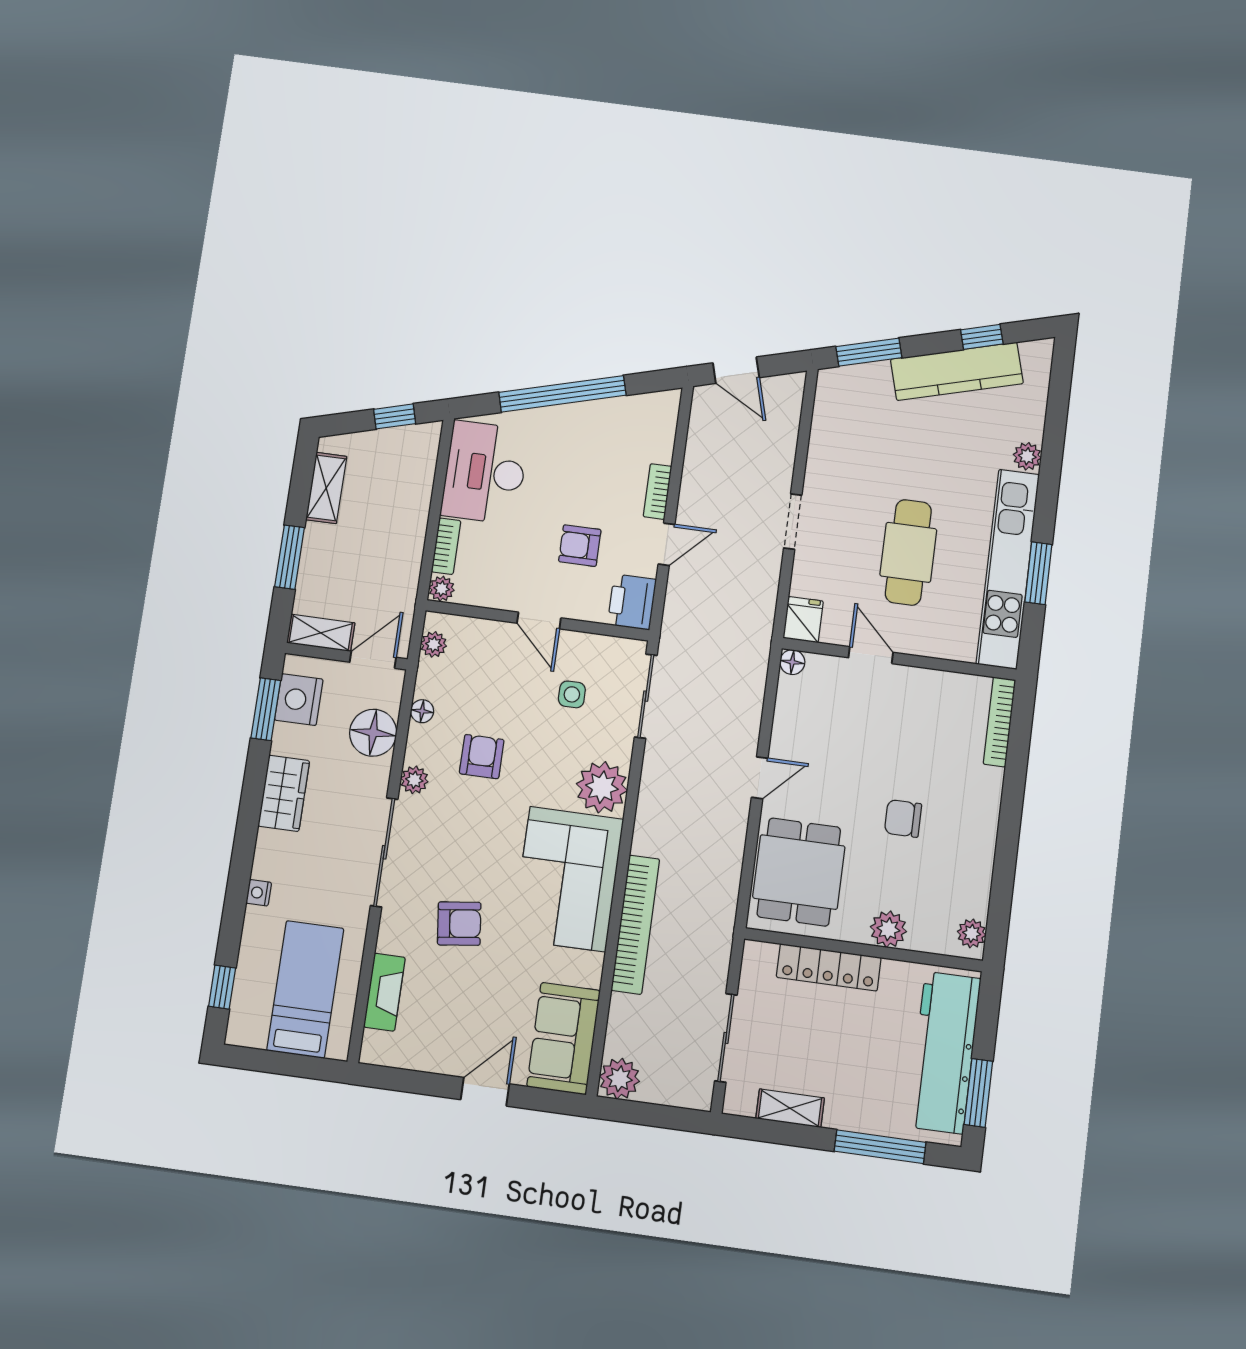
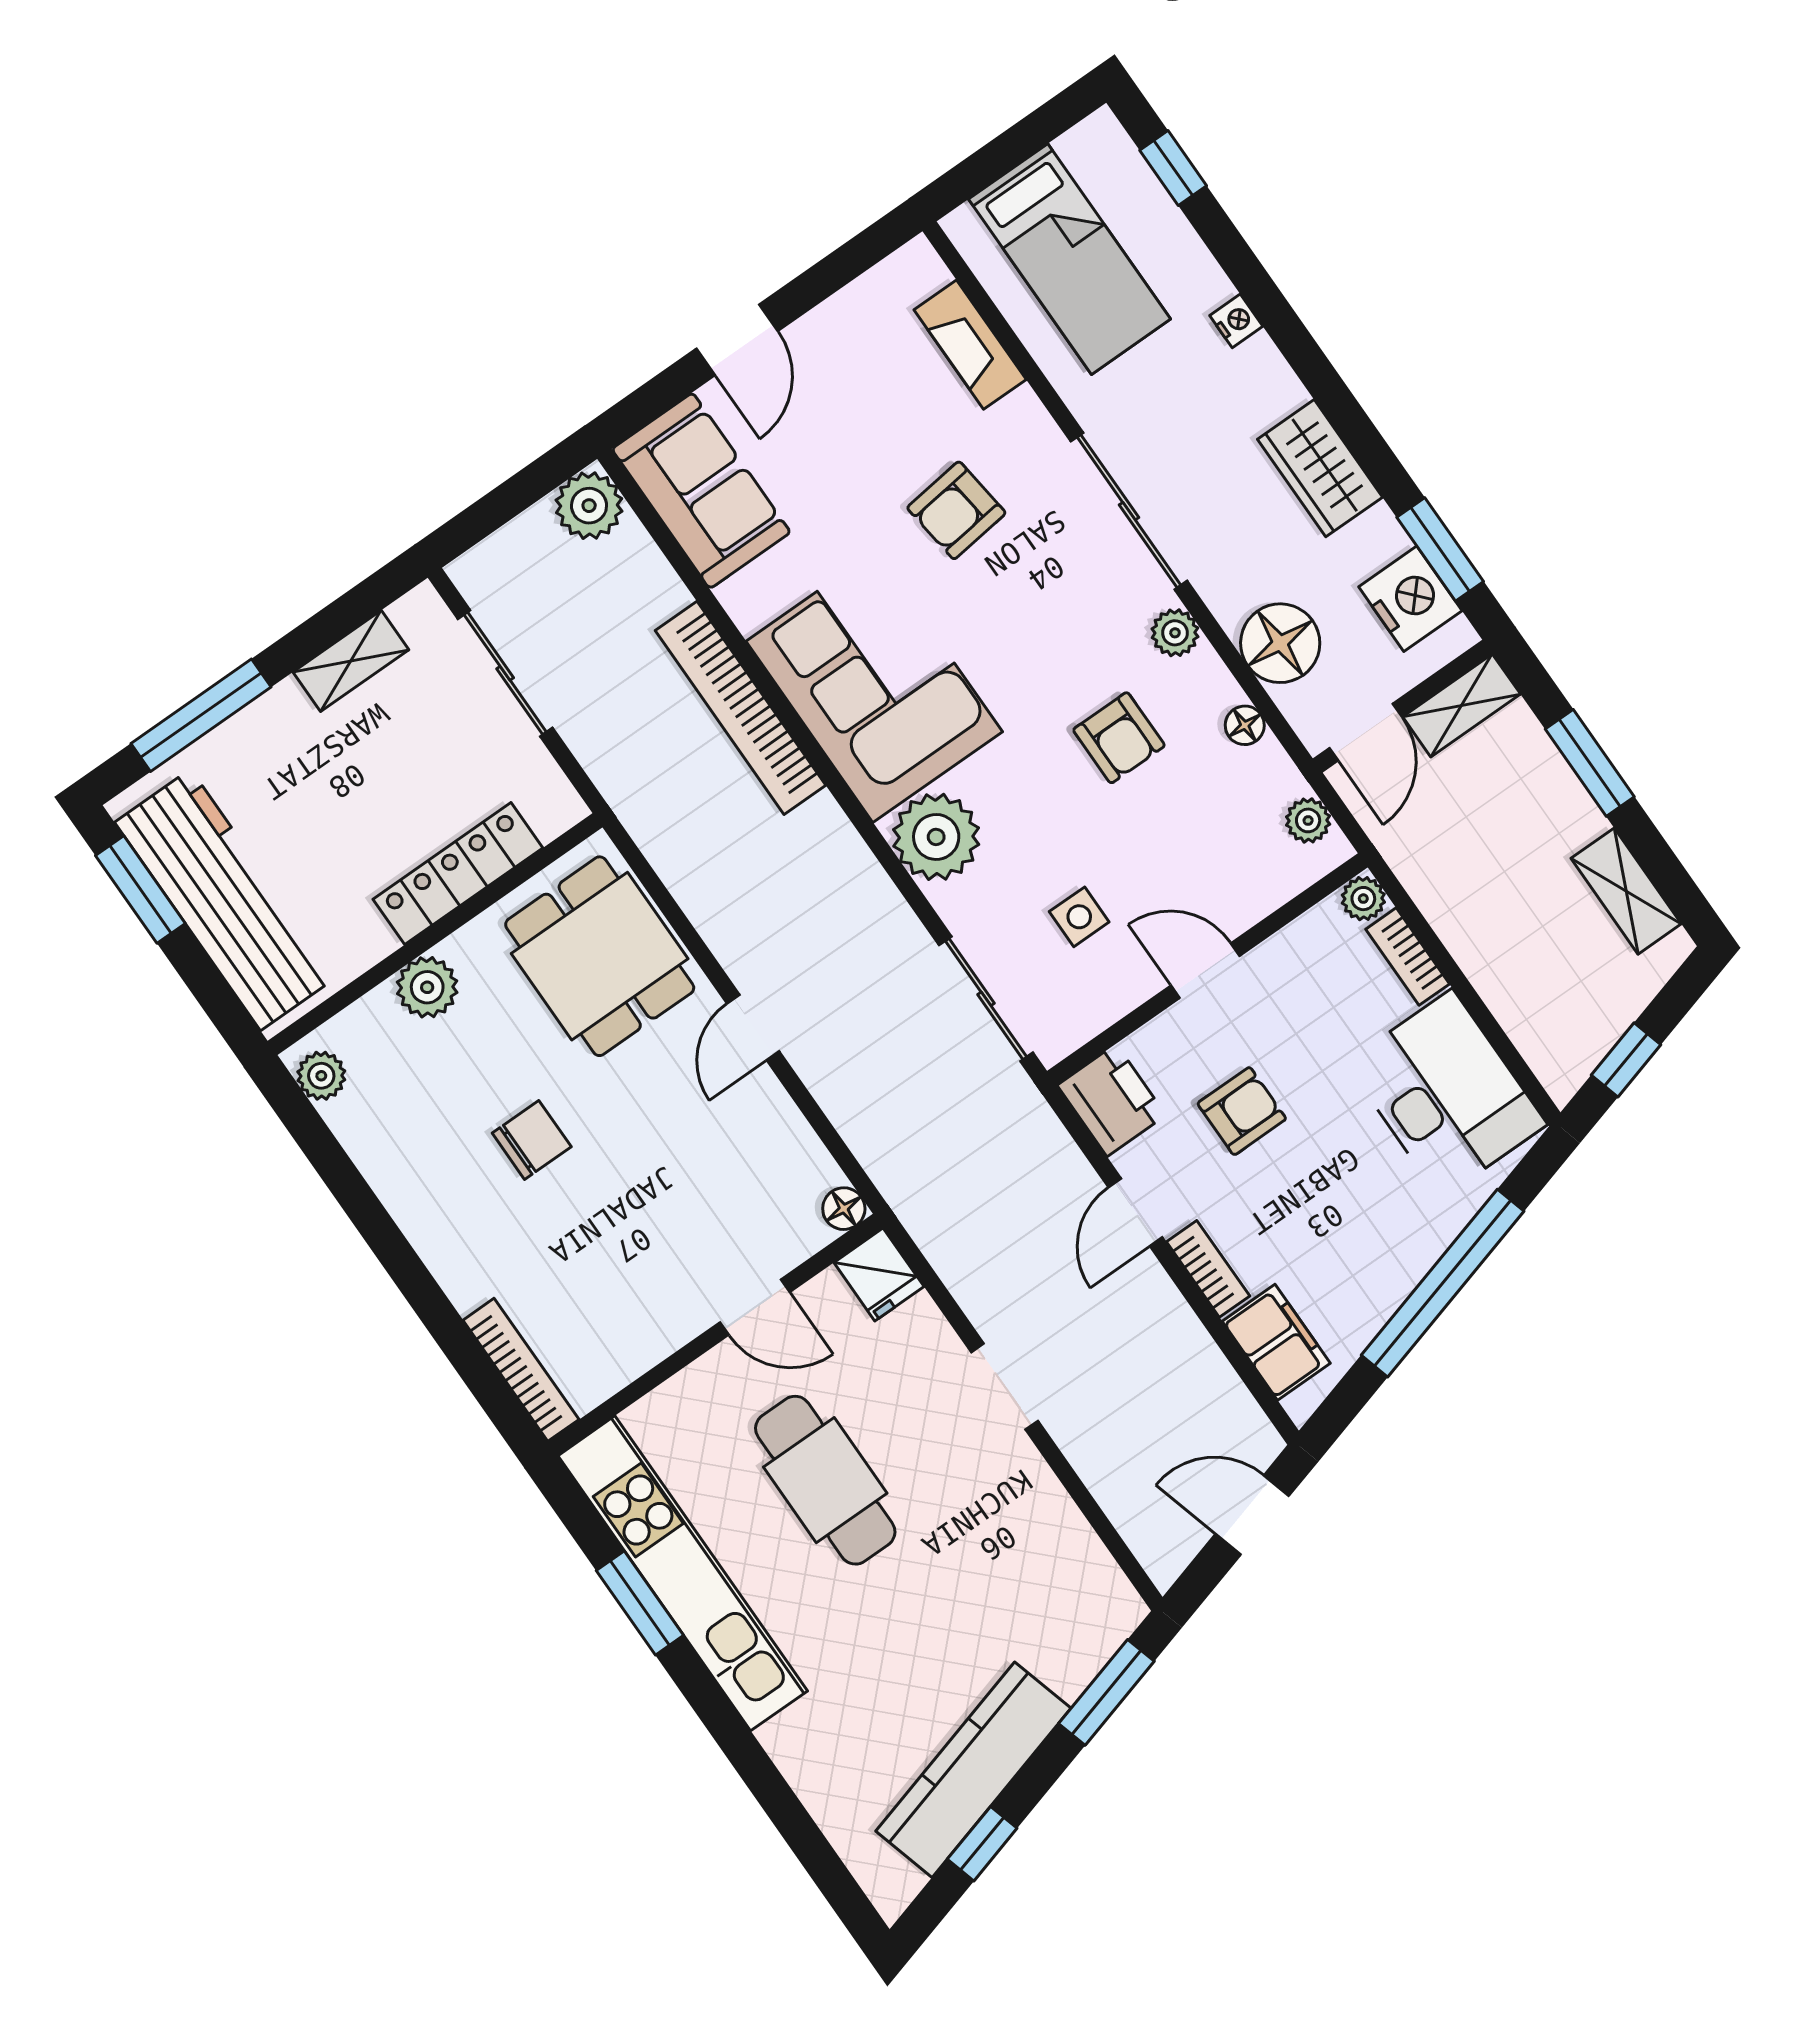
filing cabinet: (657, 434) -> (1276, 1342), added
plant: (1027, 456) -> (787, 1741), removed

